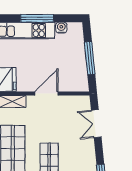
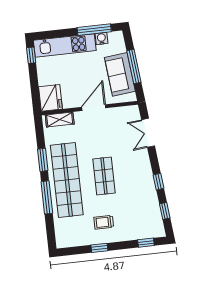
window: (37, 18) -> (94, 30), moved
sofa: (75, 64) -> (120, 74), added

